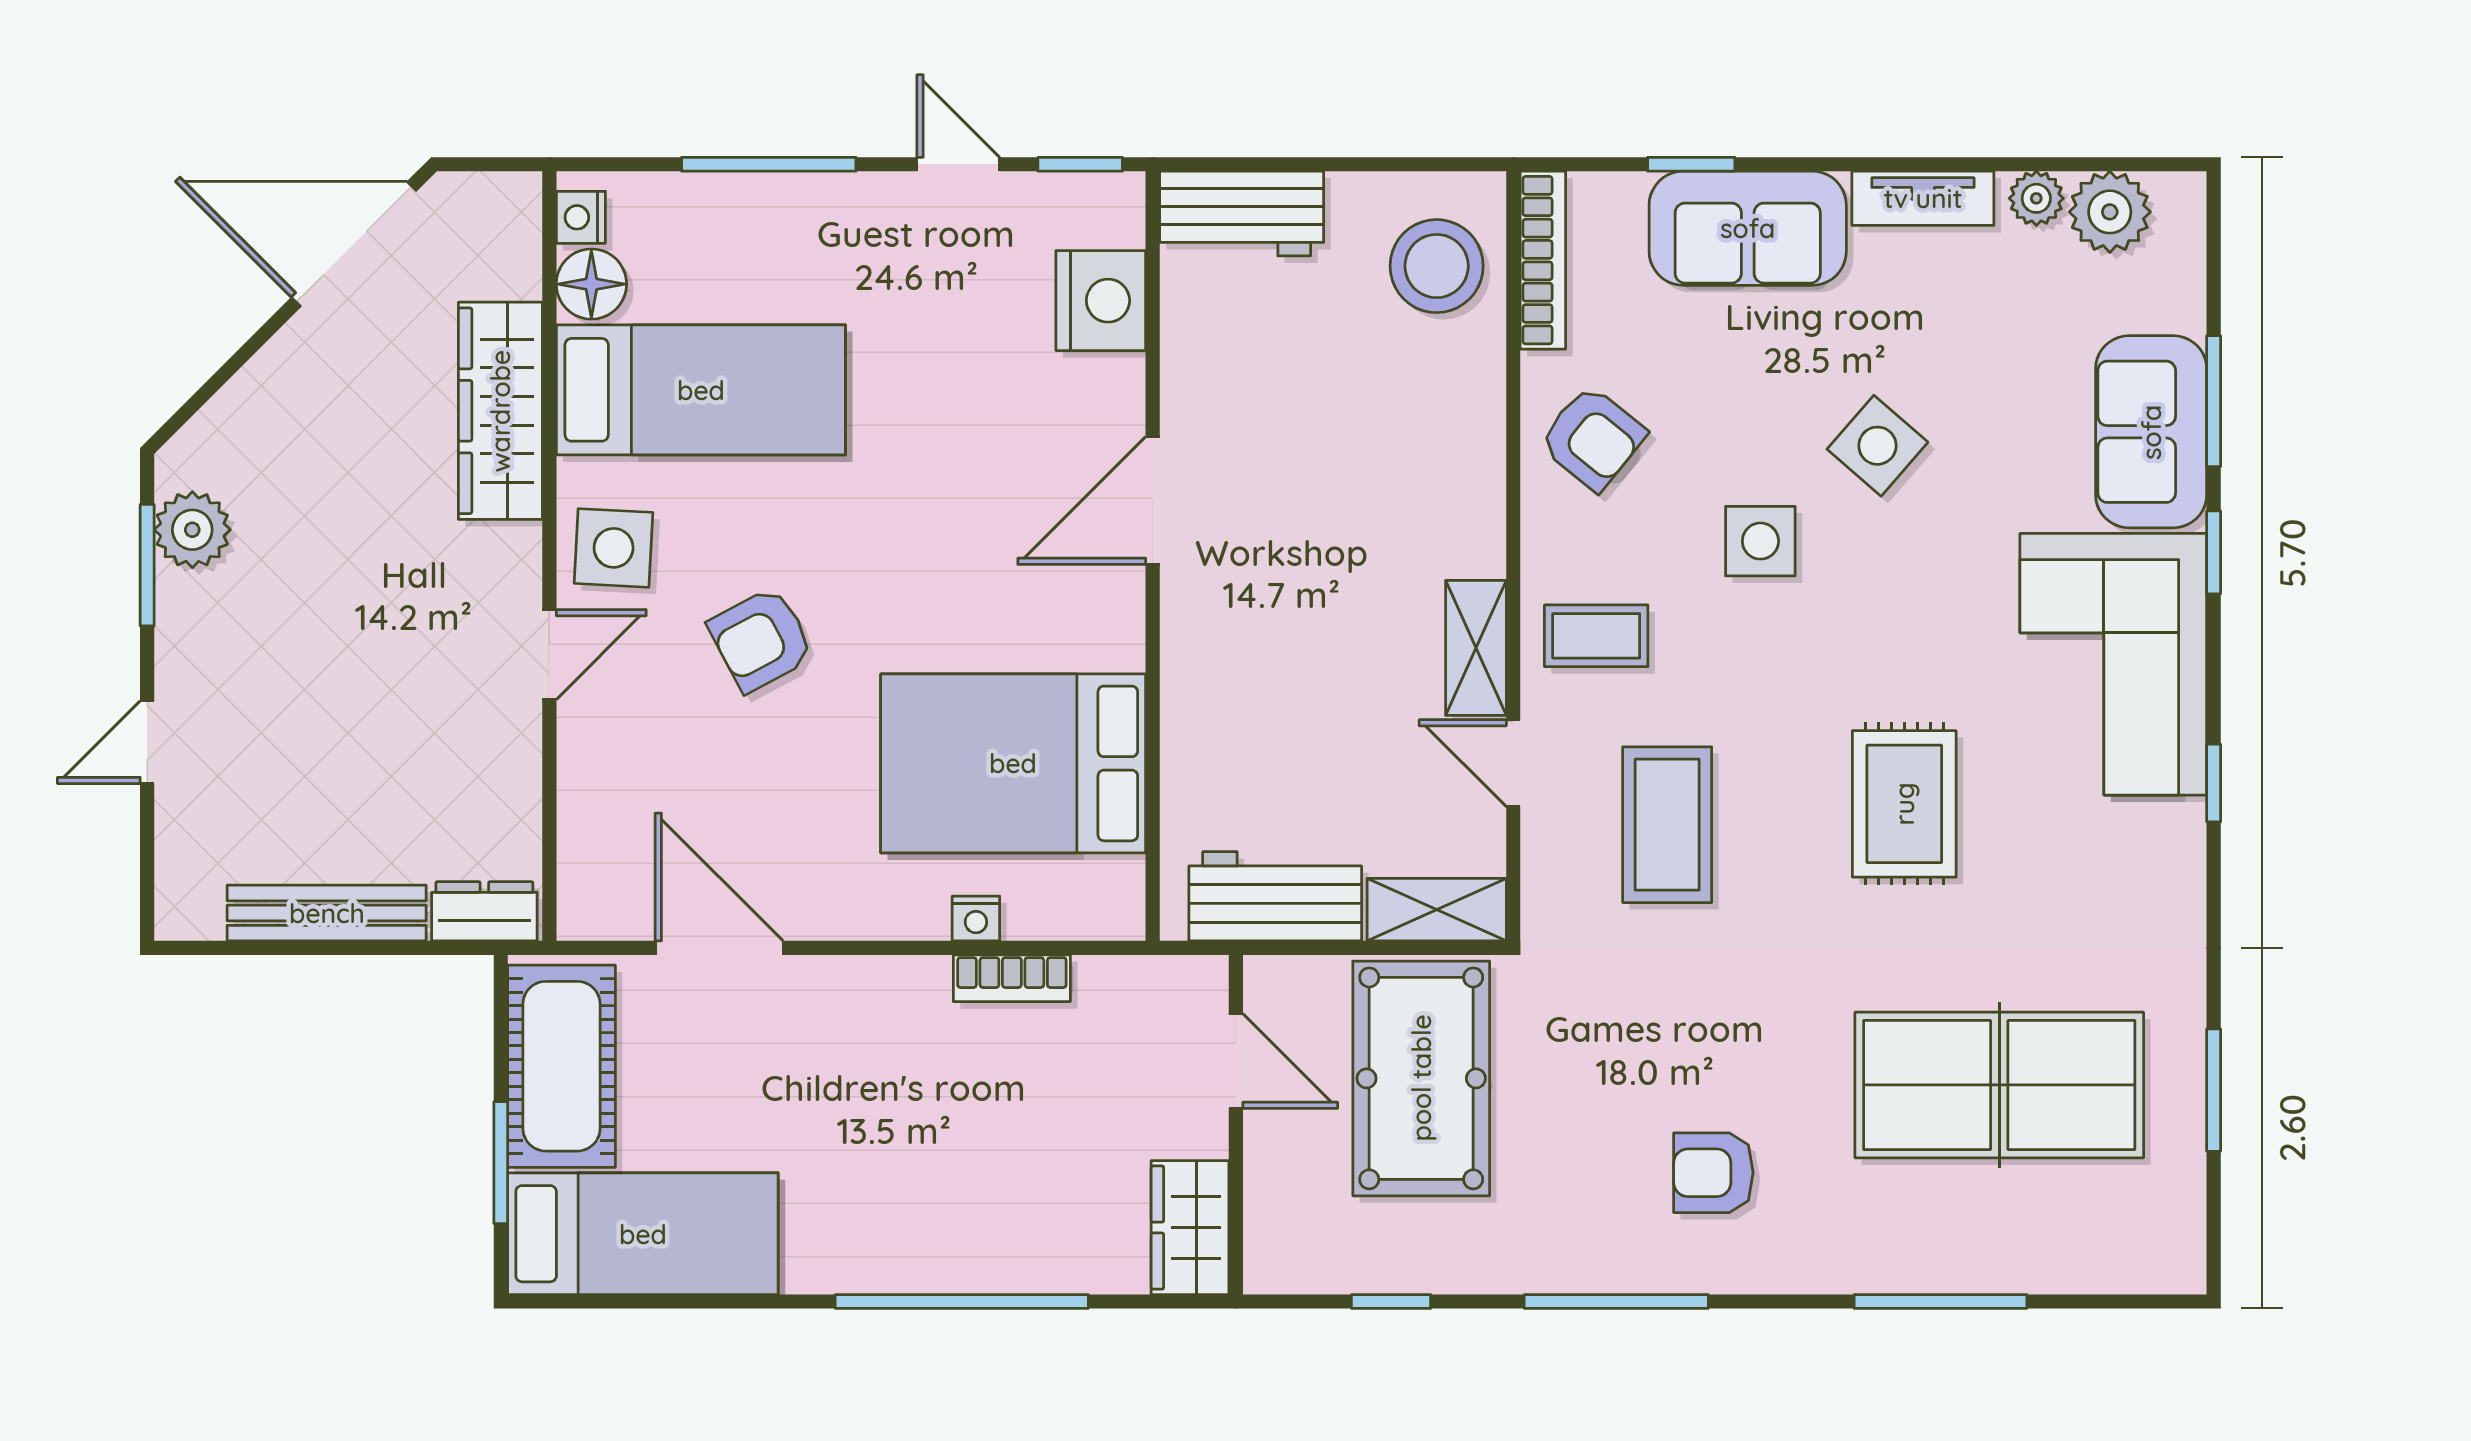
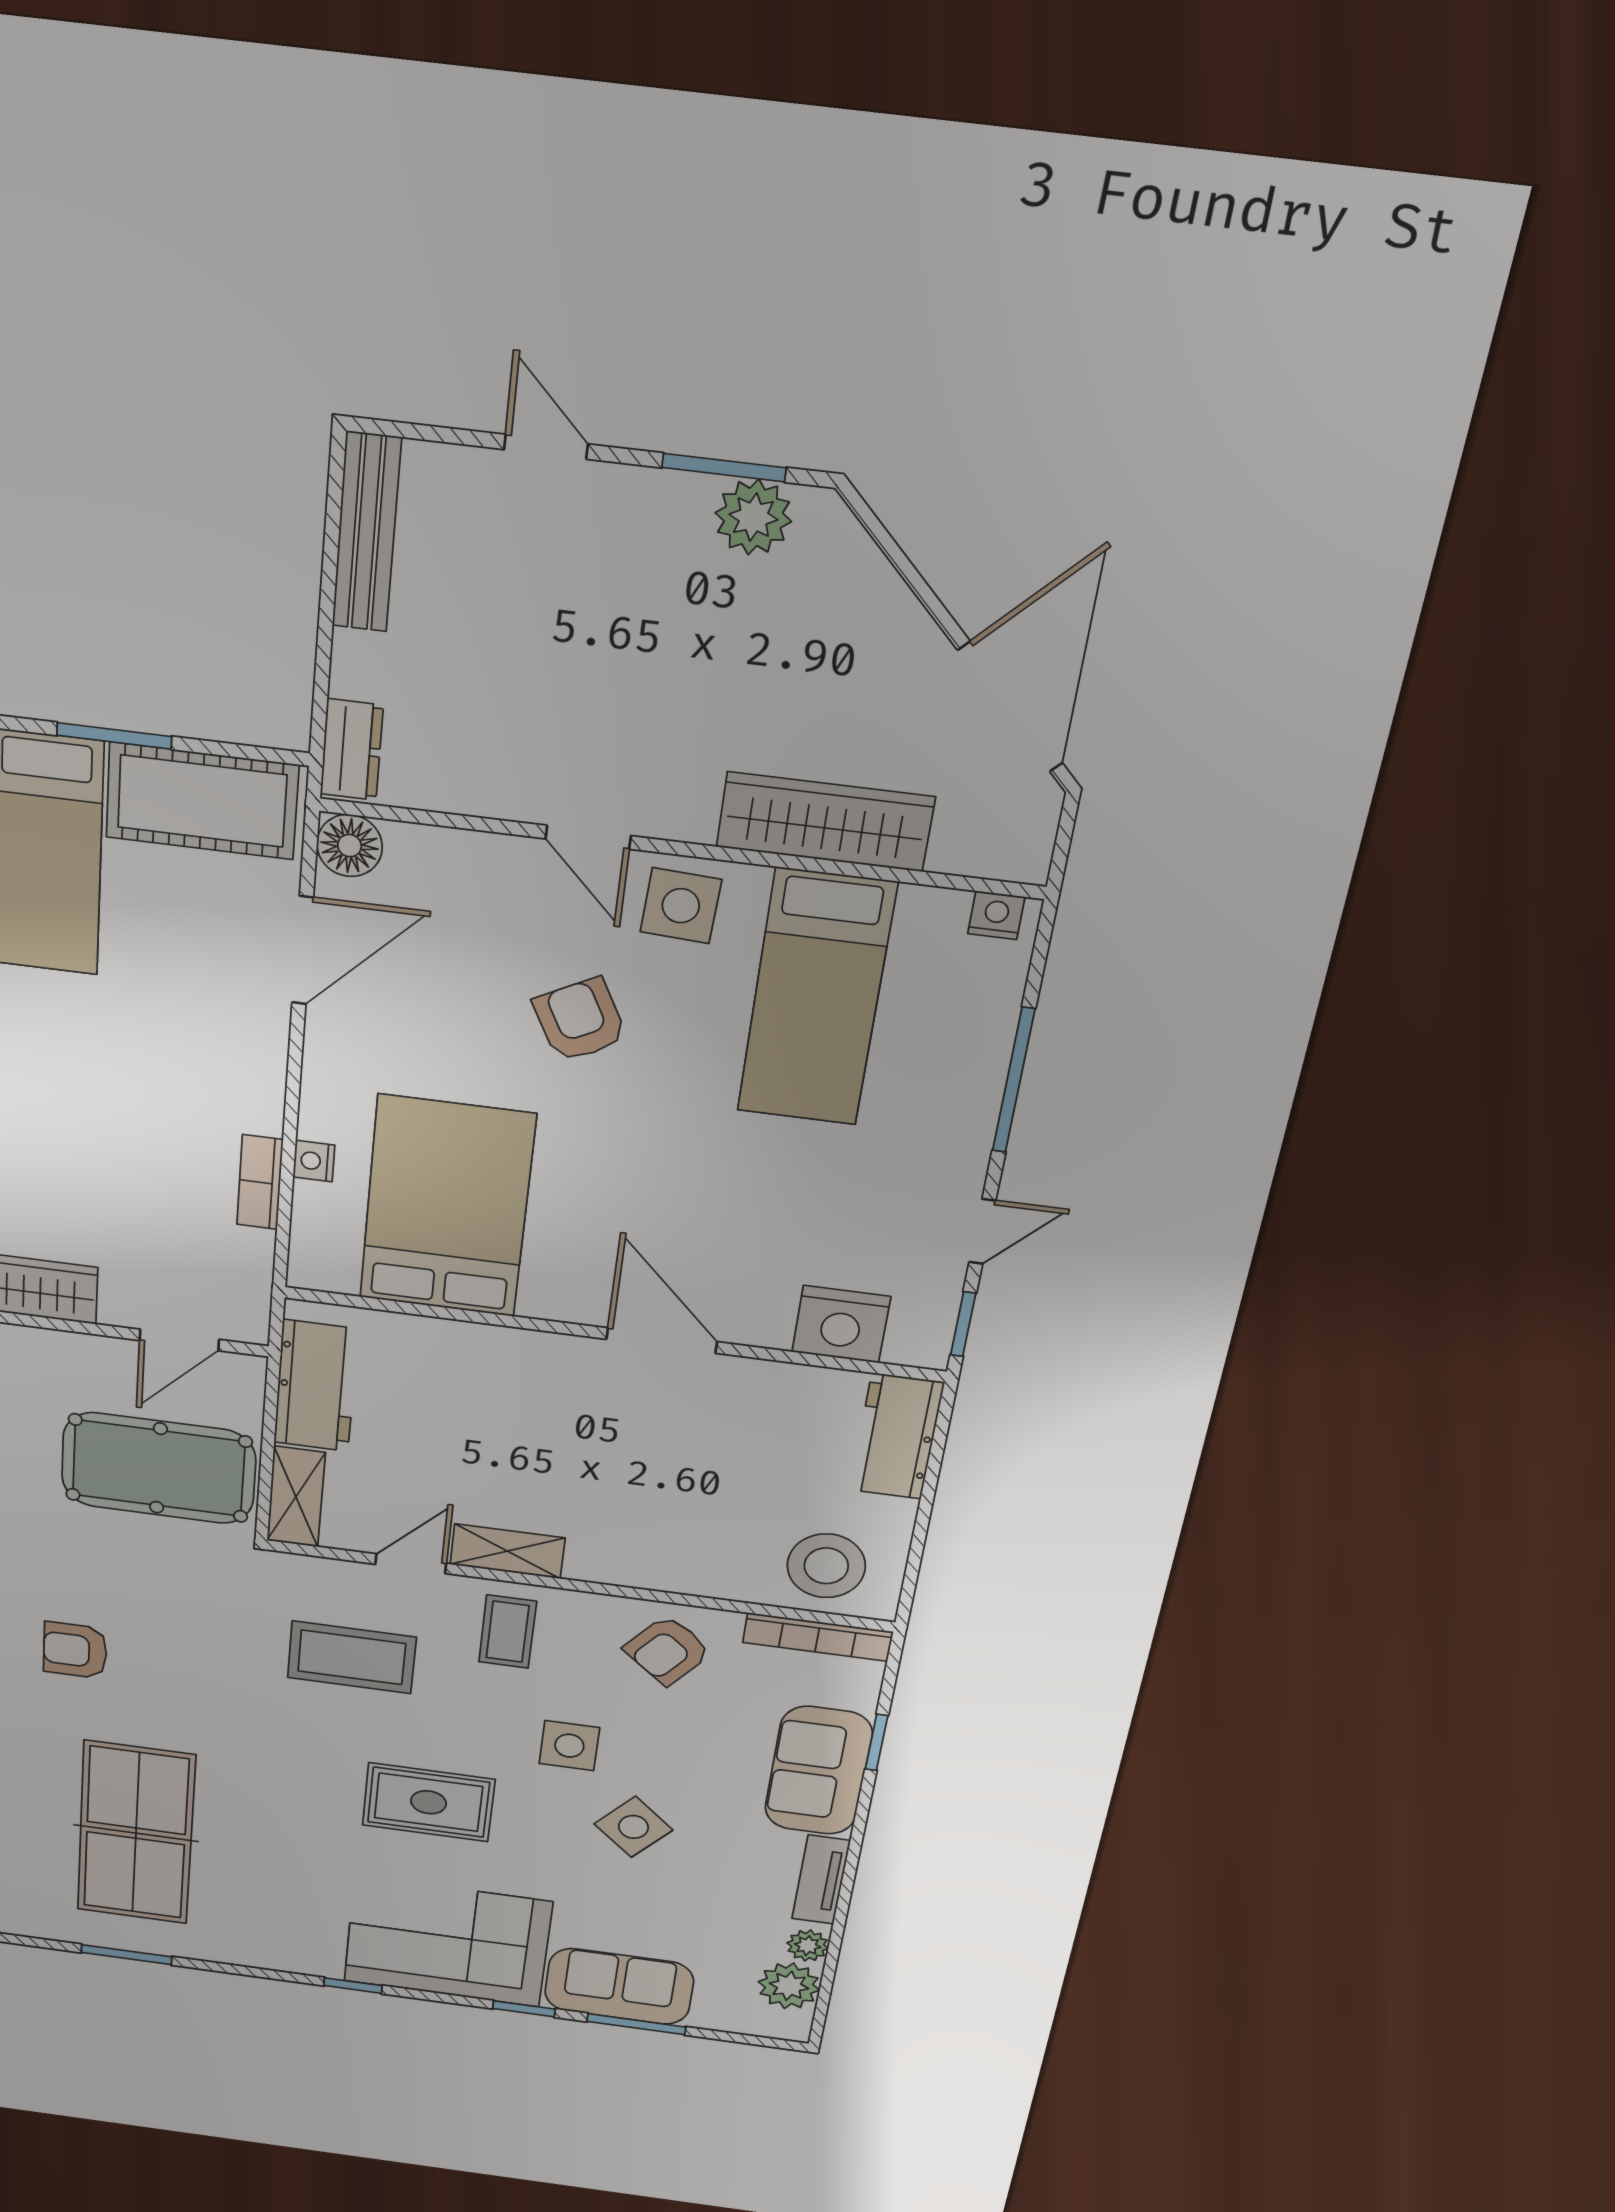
floor lamp: (591, 284) -> (350, 846), moved
rug: (1904, 804) -> (429, 1802), moved
bench: (327, 913) -> (367, 533), moved
armchair: (1713, 1173) -> (75, 1650), turned -90

